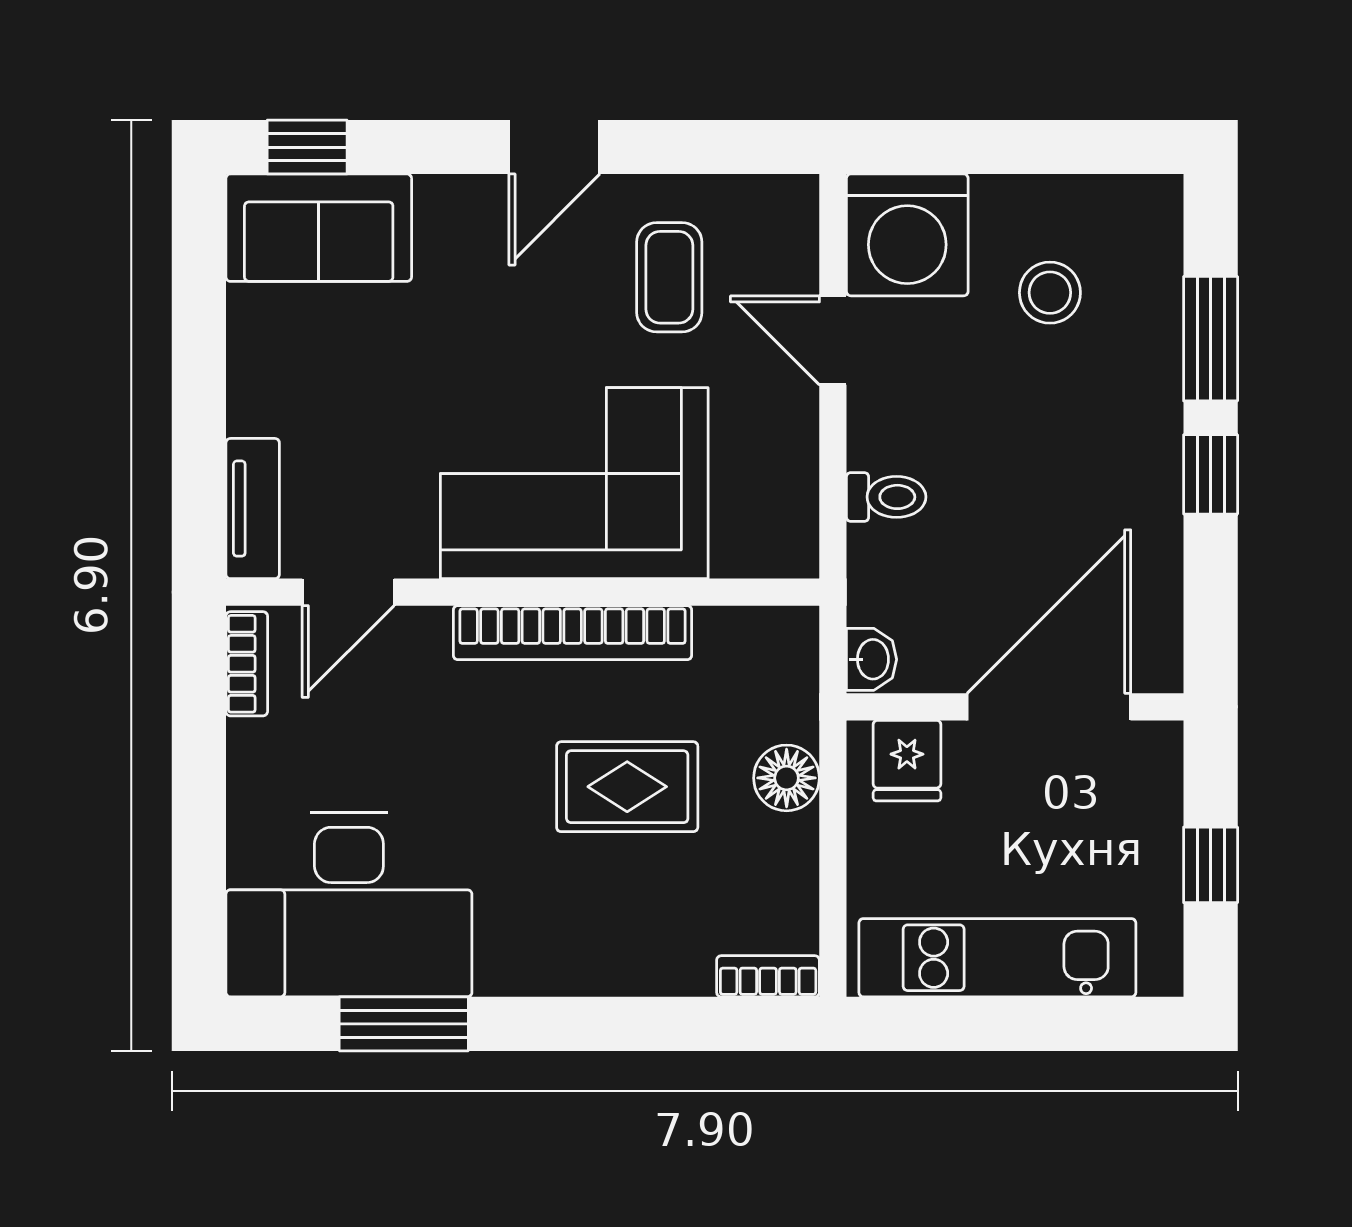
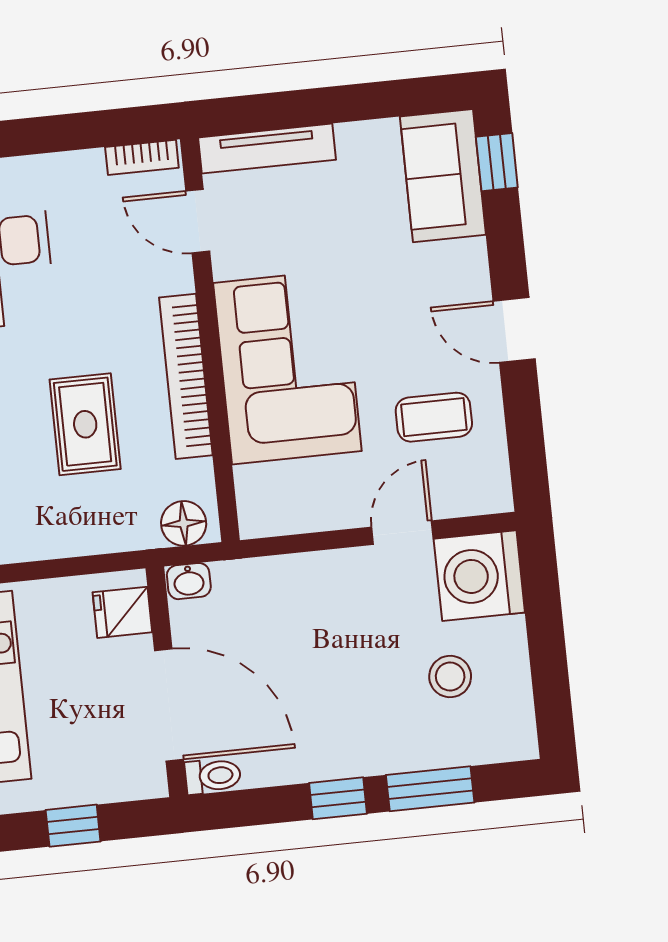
toilet: (886, 497) -> (213, 776), moved, turned -90
tv unit: (253, 509) -> (267, 149), width x1.41
floor lamp: (787, 778) -> (184, 523), moved

